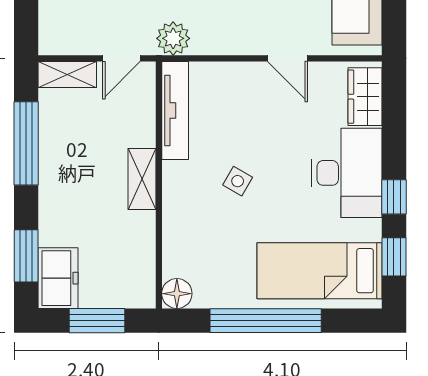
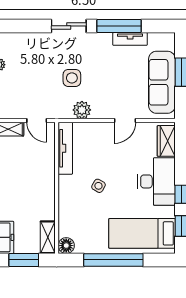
plant: (173, 38) -> (82, 110), moved
door: (121, 58) -> (37, 121), hinge flipped
door: (287, 58) -> (125, 121), hinge flipped
shelving: (142, 179) -> (48, 237), moved

